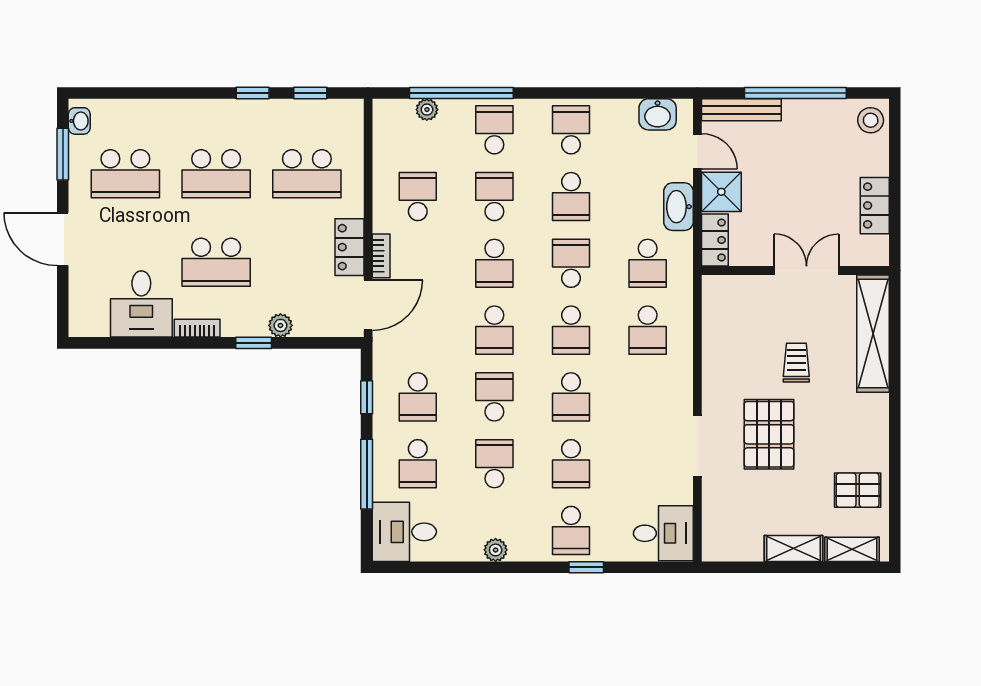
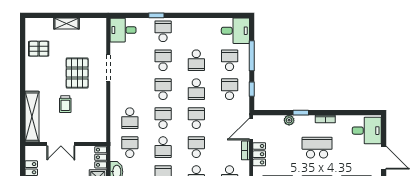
desk: (141, 304) -> (367, 131), moved, turned 90
school desk: (648, 330) -> (130, 118), turned 180
shelving: (852, 549) -> (41, 23), removed
plant: (496, 550) -> (196, 23), removed

